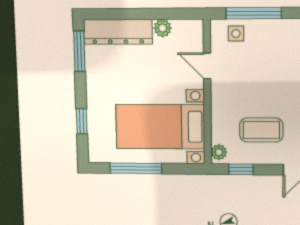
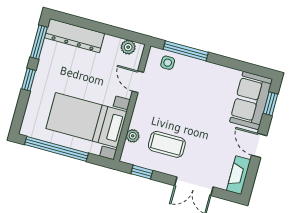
plant: (163, 28) -> (128, 47), moved
window: (82, 121) -> (29, 80), moved
plant: (219, 152) -> (133, 136), moved
window: (136, 168) -> (56, 149), width x1.46

